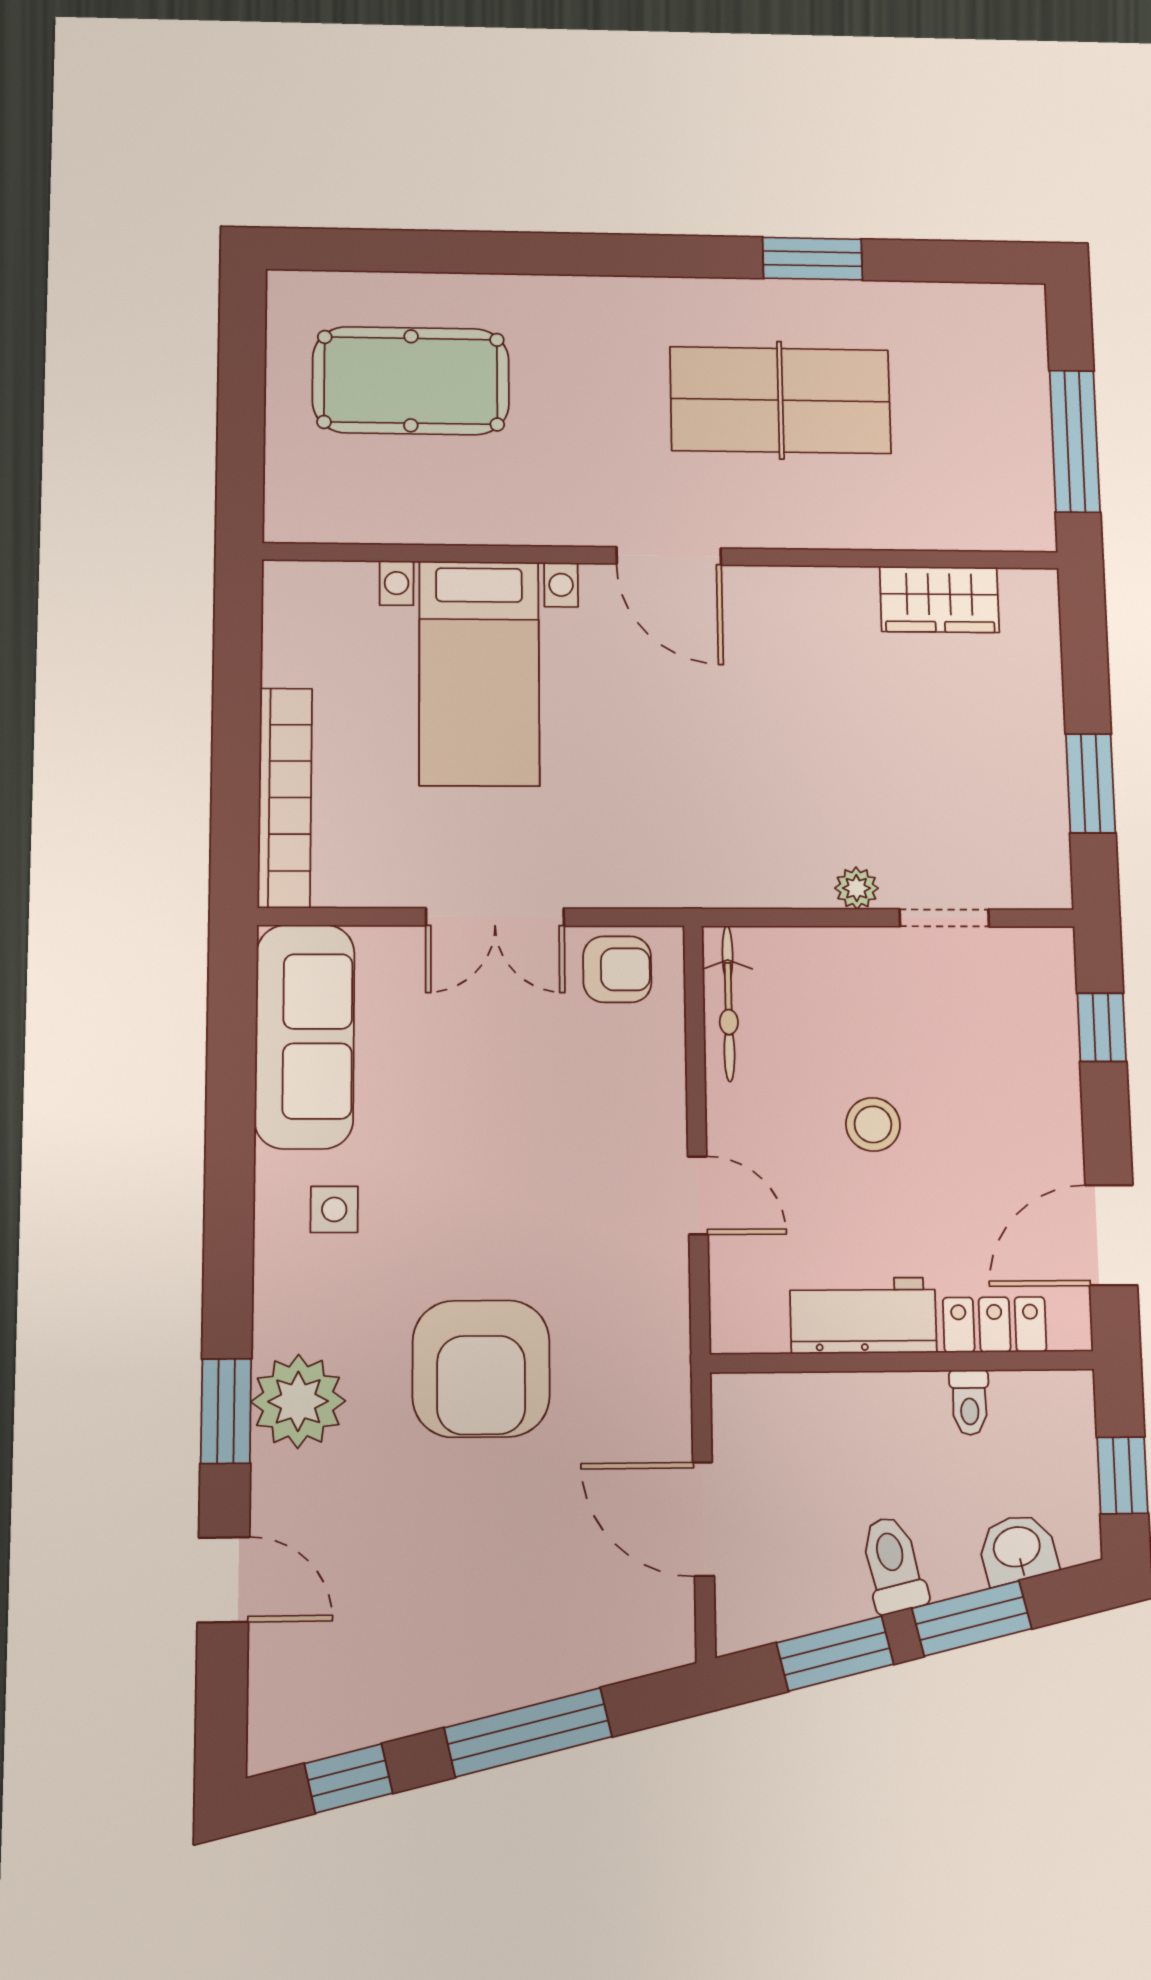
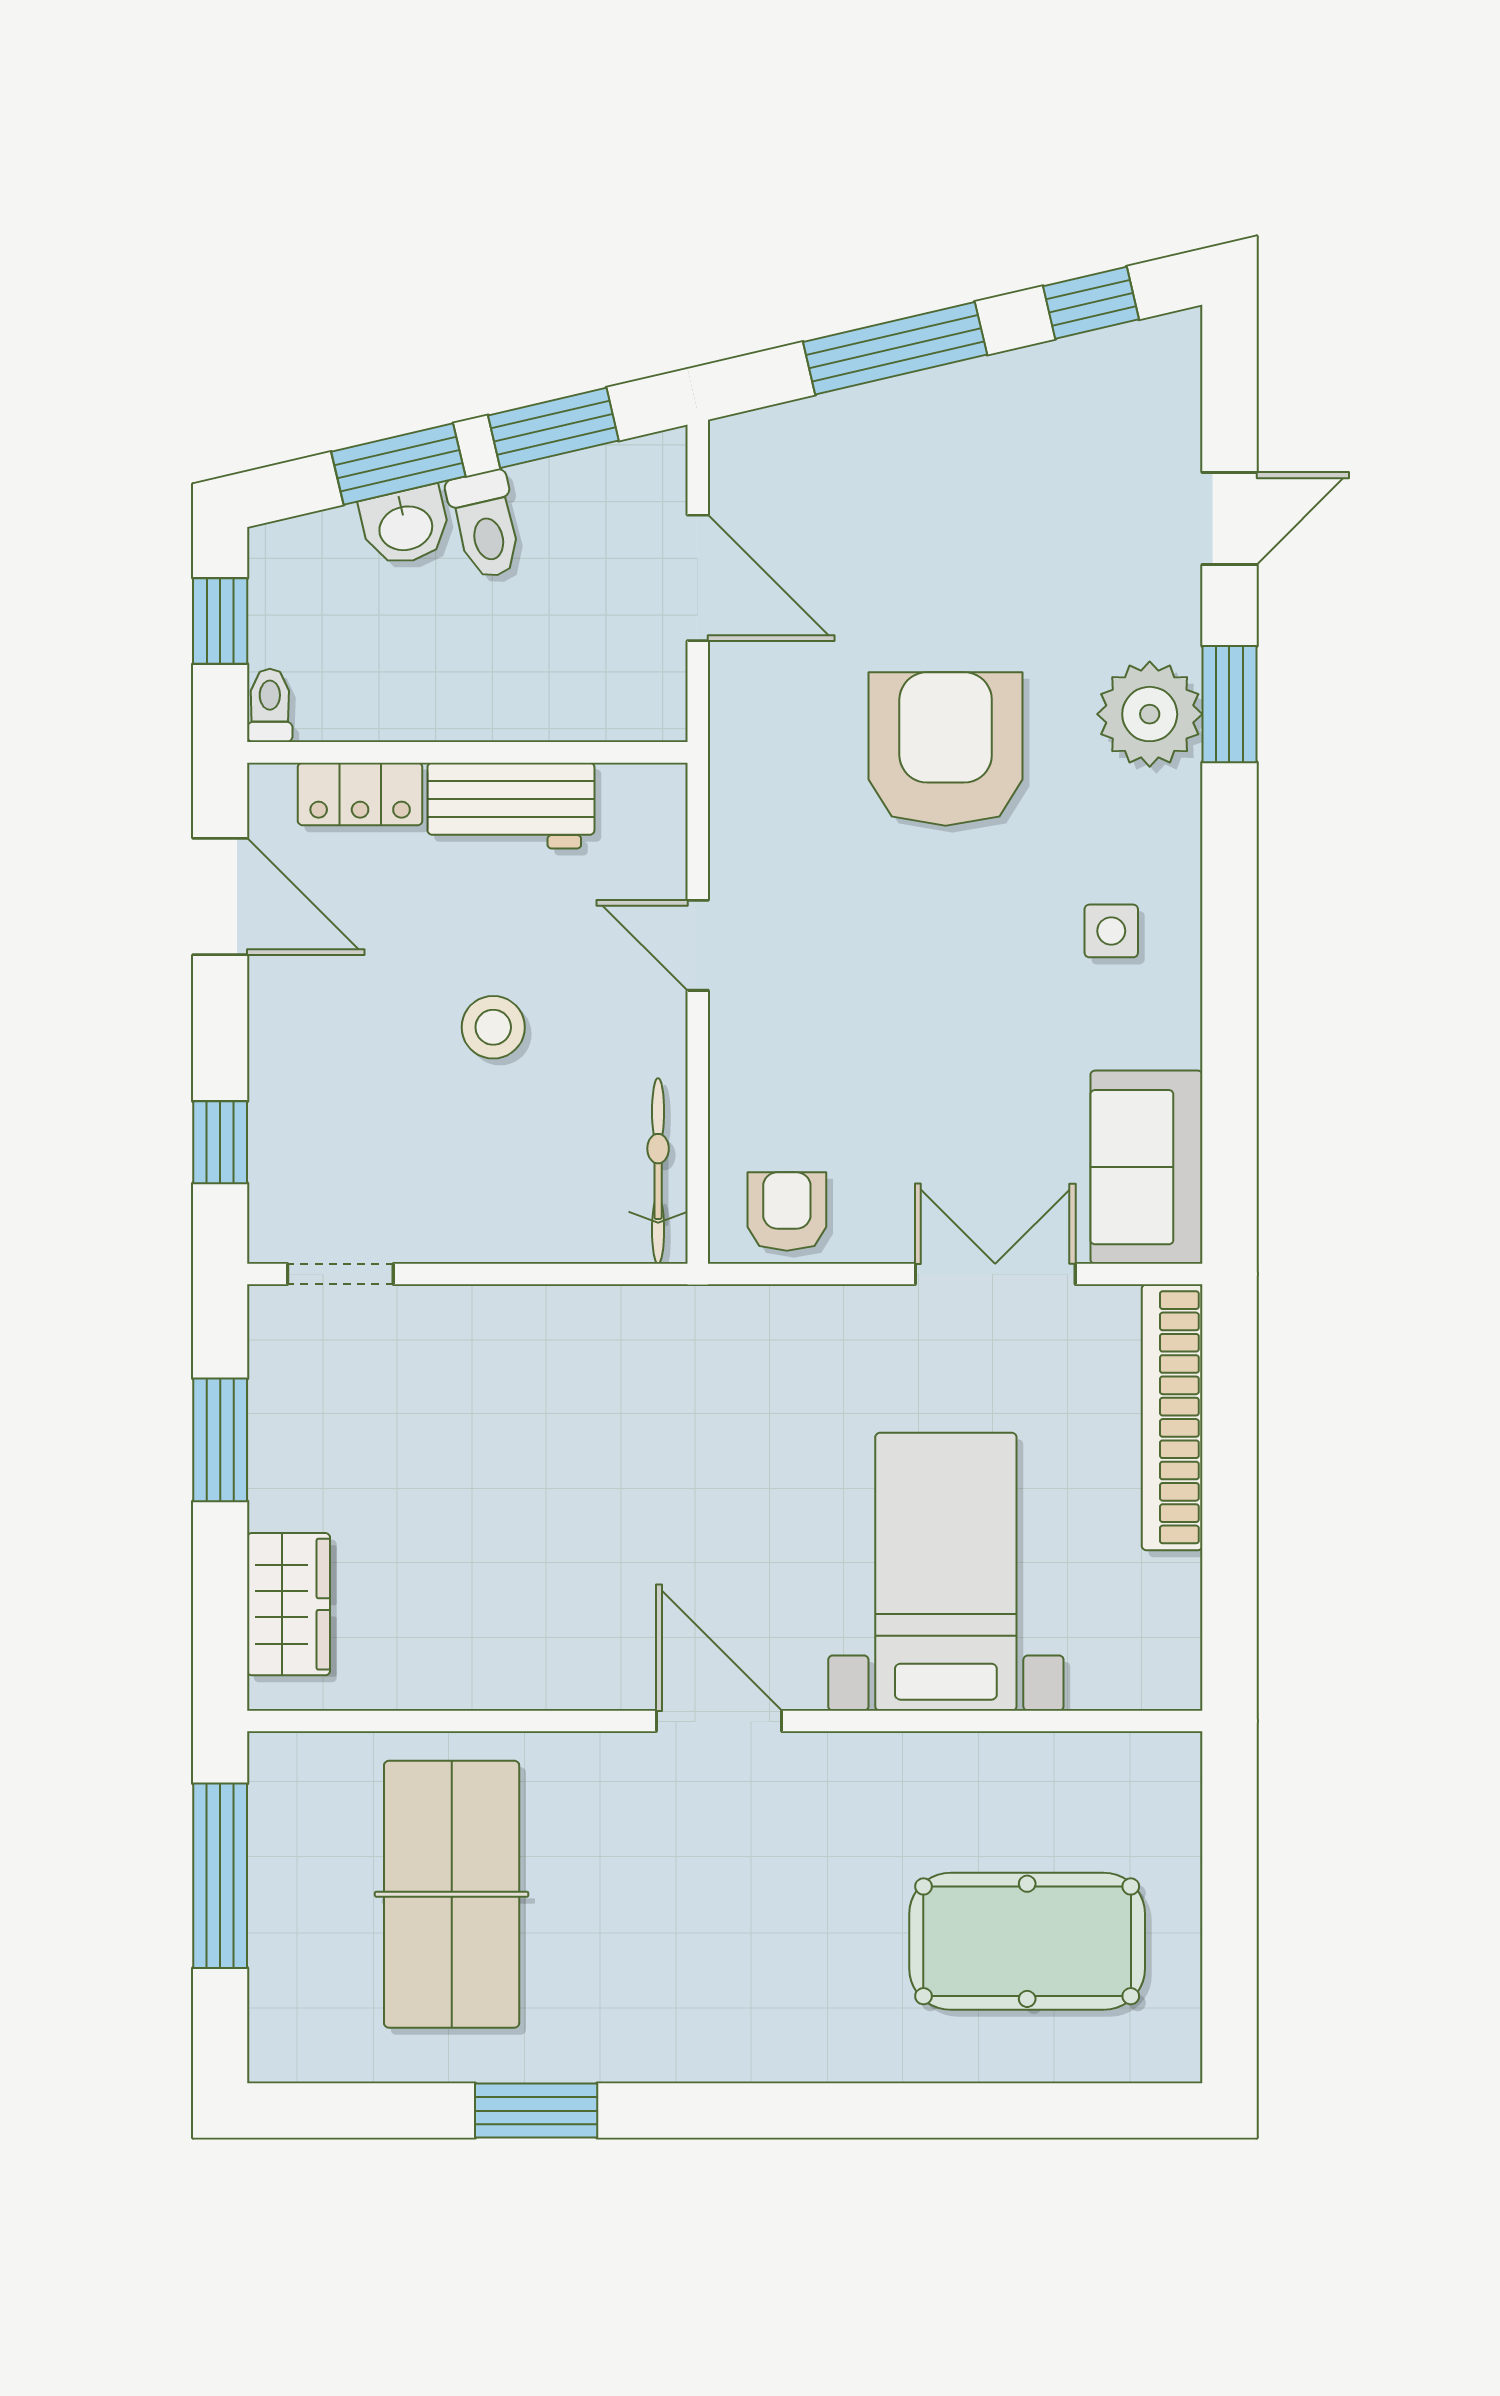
table tennis table: (780, 400) -> (452, 1894), moved, turned 90
wardrobe: (939, 599) -> (289, 1604), moved, turned 90
plant: (857, 888) -> (504, 1310), removed
double door: (495, 917) -> (995, 1274), moved
doorway: (944, 918) -> (340, 1274), moved
armchair: (617, 969) -> (787, 1211), turned 90
sofa: (305, 1036) -> (1146, 1167), width x0.73
door: (1111, 1235) -> (220, 897), hinge flipped
toilet: (969, 1402) -> (270, 705), moved
washbasin: (1017, 1549) -> (405, 526), moved
door: (223, 1580) -> (1229, 518), swing flipped

